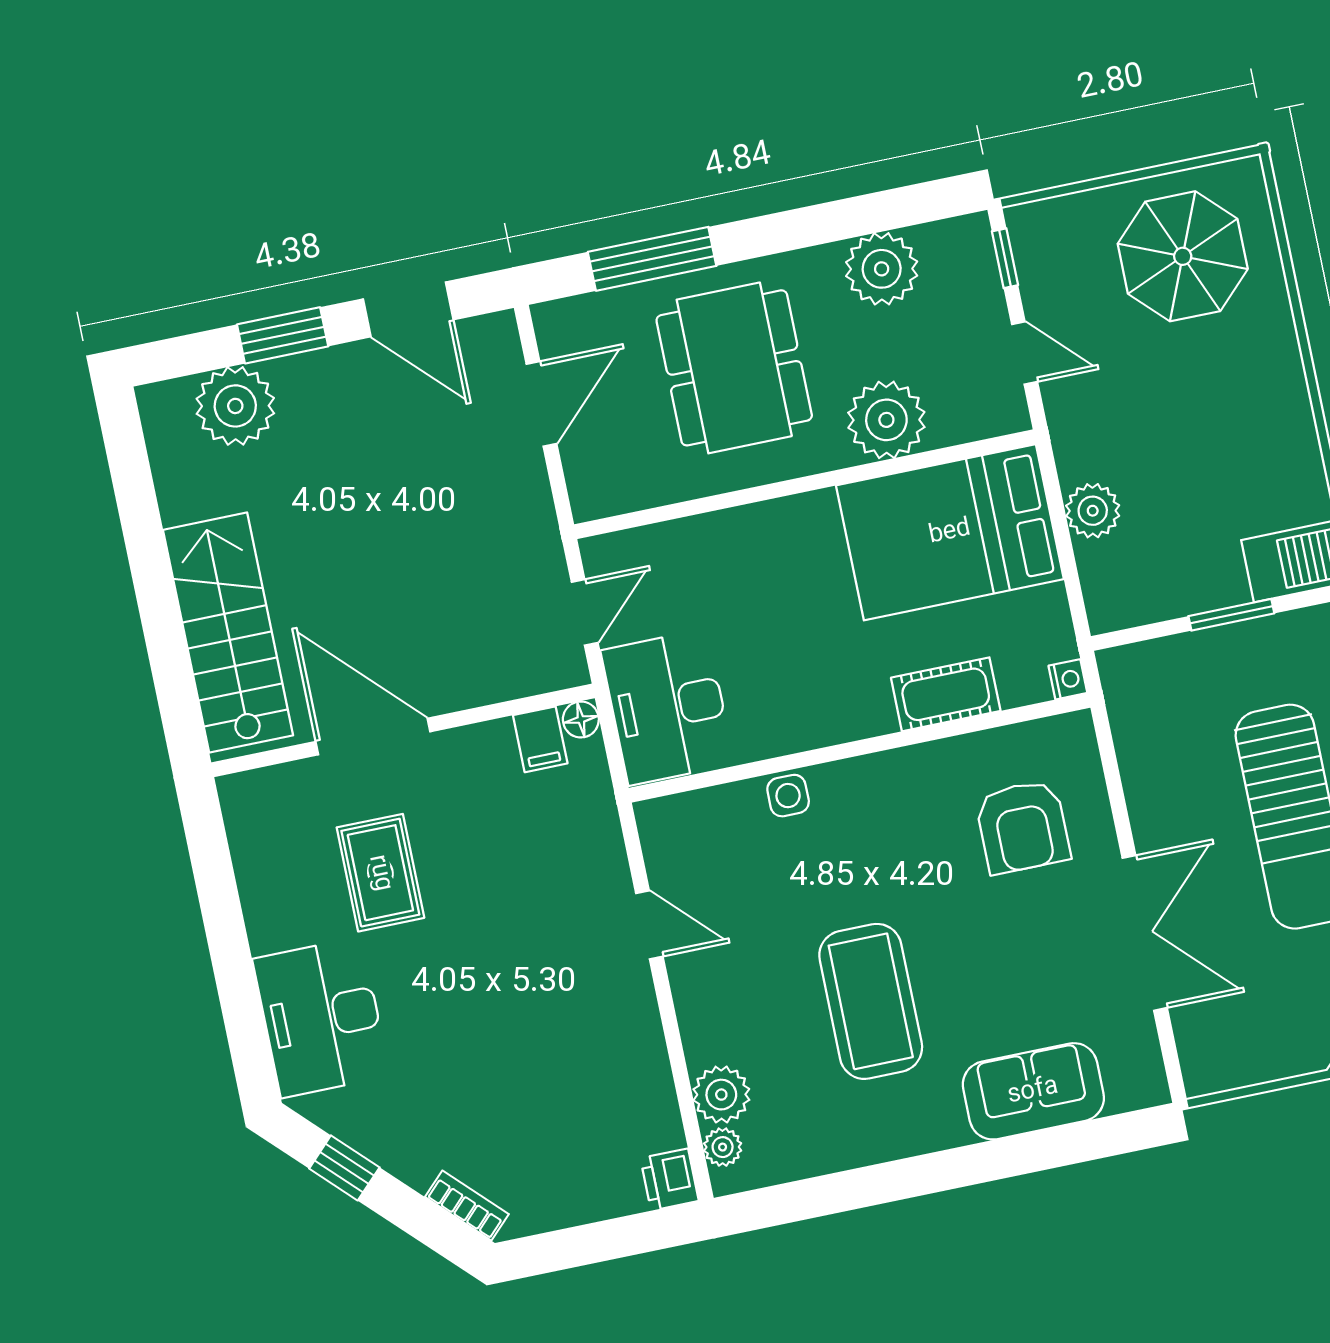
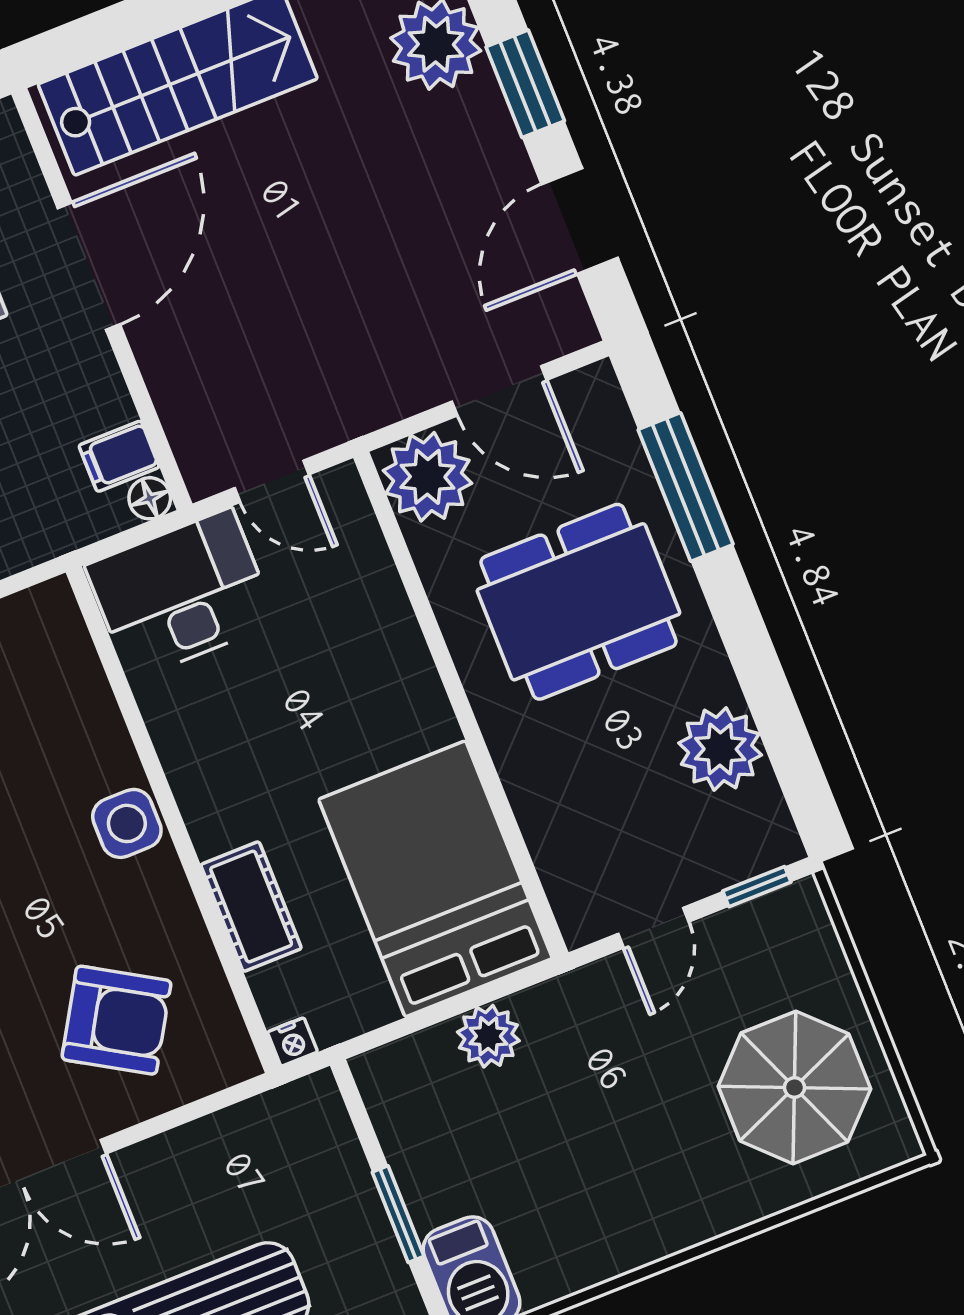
plant: (886, 420) -> (428, 477), moved
side table: (788, 796) -> (127, 823), moved, width x1.37, depth x1.37
armchair: (1023, 827) -> (116, 1020), turned -149

